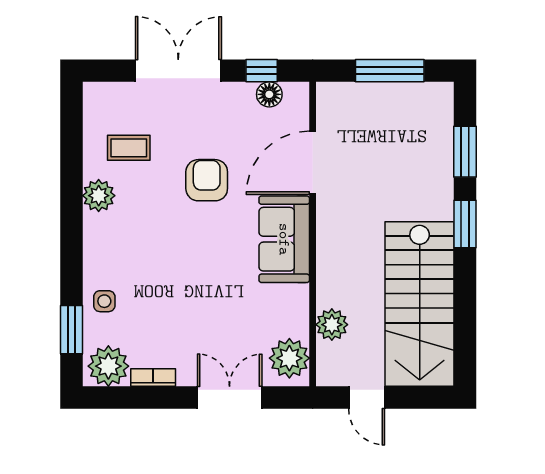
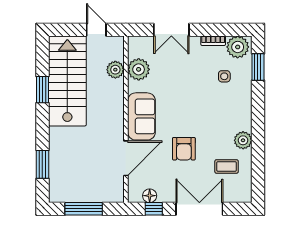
double door: (178, 71) -> (199, 209), swing flipped
window: (465, 224) -> (42, 90), moved
side table: (104, 301) -> (224, 76), moved
plant: (289, 358) -> (139, 69), moved

